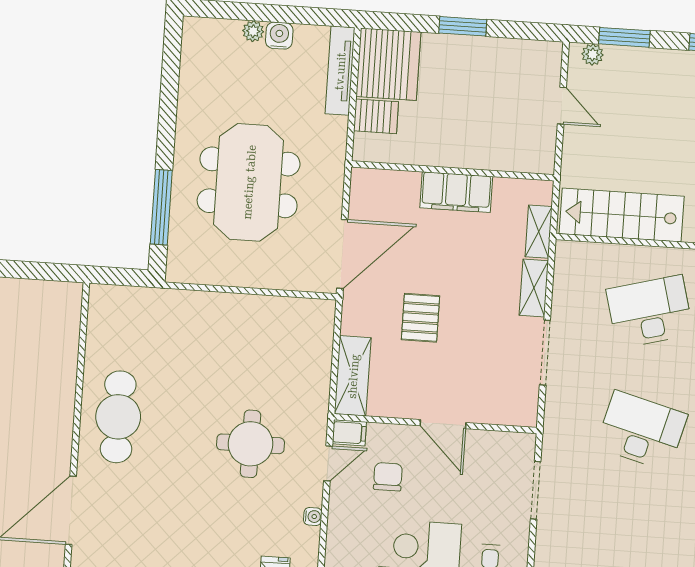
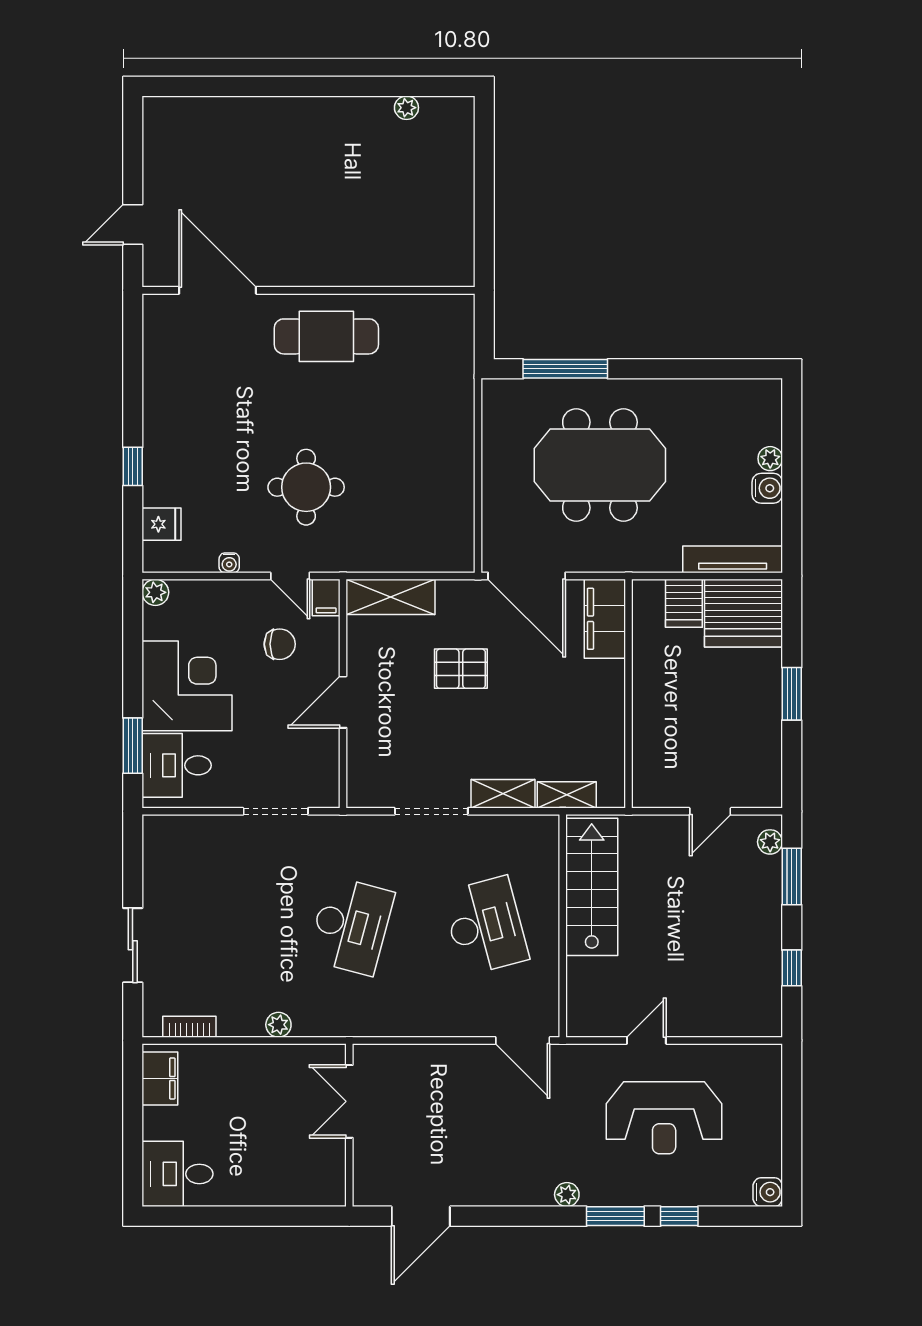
filing cabinet: (456, 192) -> (605, 619), moved

